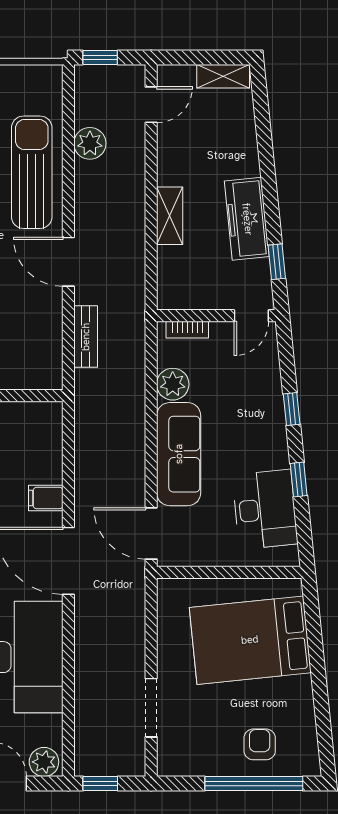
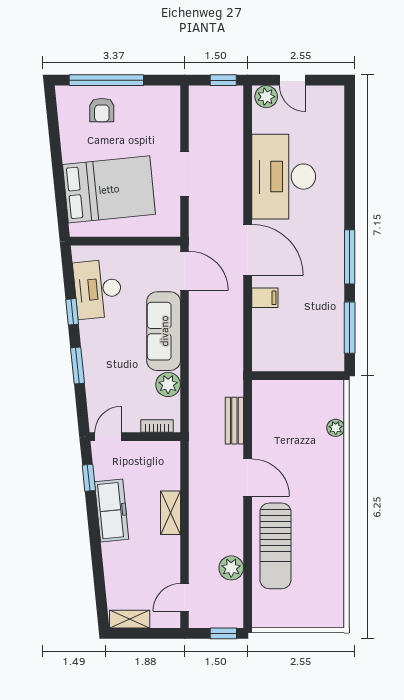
window: (292, 409) -> (78, 366), width x1.50
doorway: (151, 708) -> (185, 174), moved

